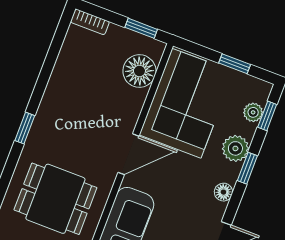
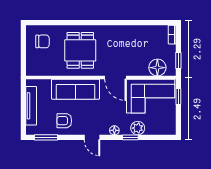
window: (235, 64) -> (178, 96), moved
plant: (253, 112) -> (158, 130), removed
window: (267, 116) -> (159, 137), removed
window: (25, 128) -> (109, 23), removed

